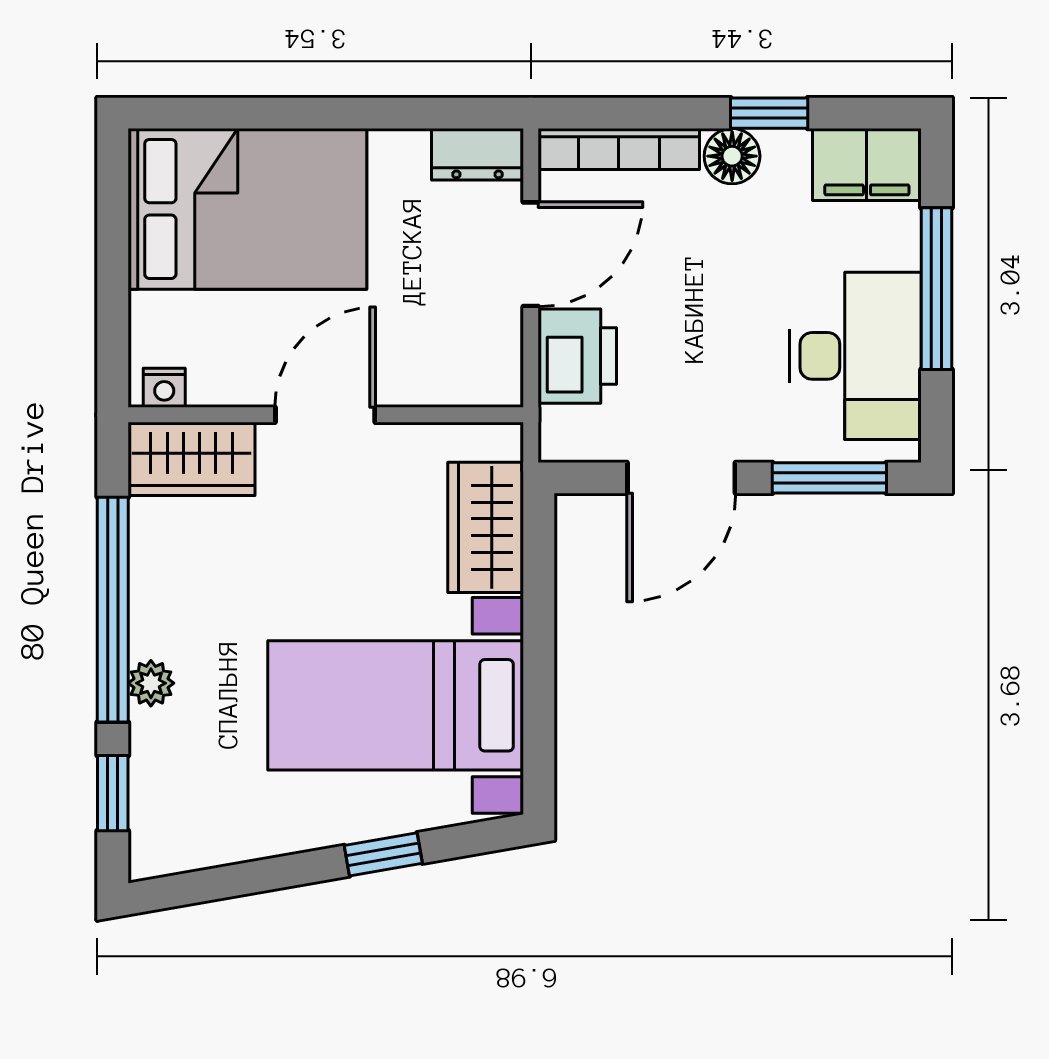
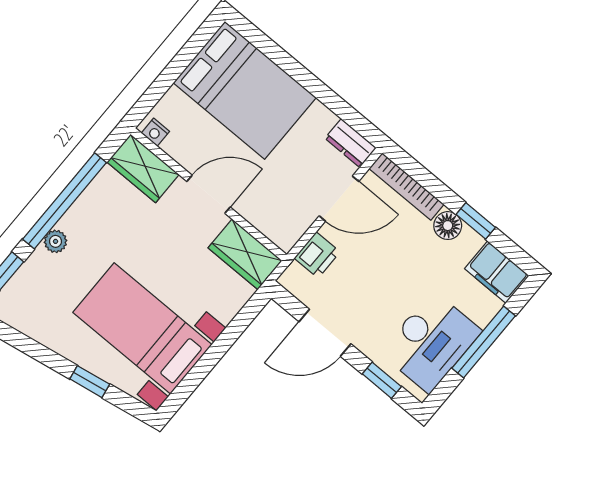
printer: (577, 356) -> (317, 255), width x0.73, depth x0.81
window: (829, 478) -> (382, 380), width x0.67
wardrobe: (486, 527) -> (245, 254), moved, turned -90

